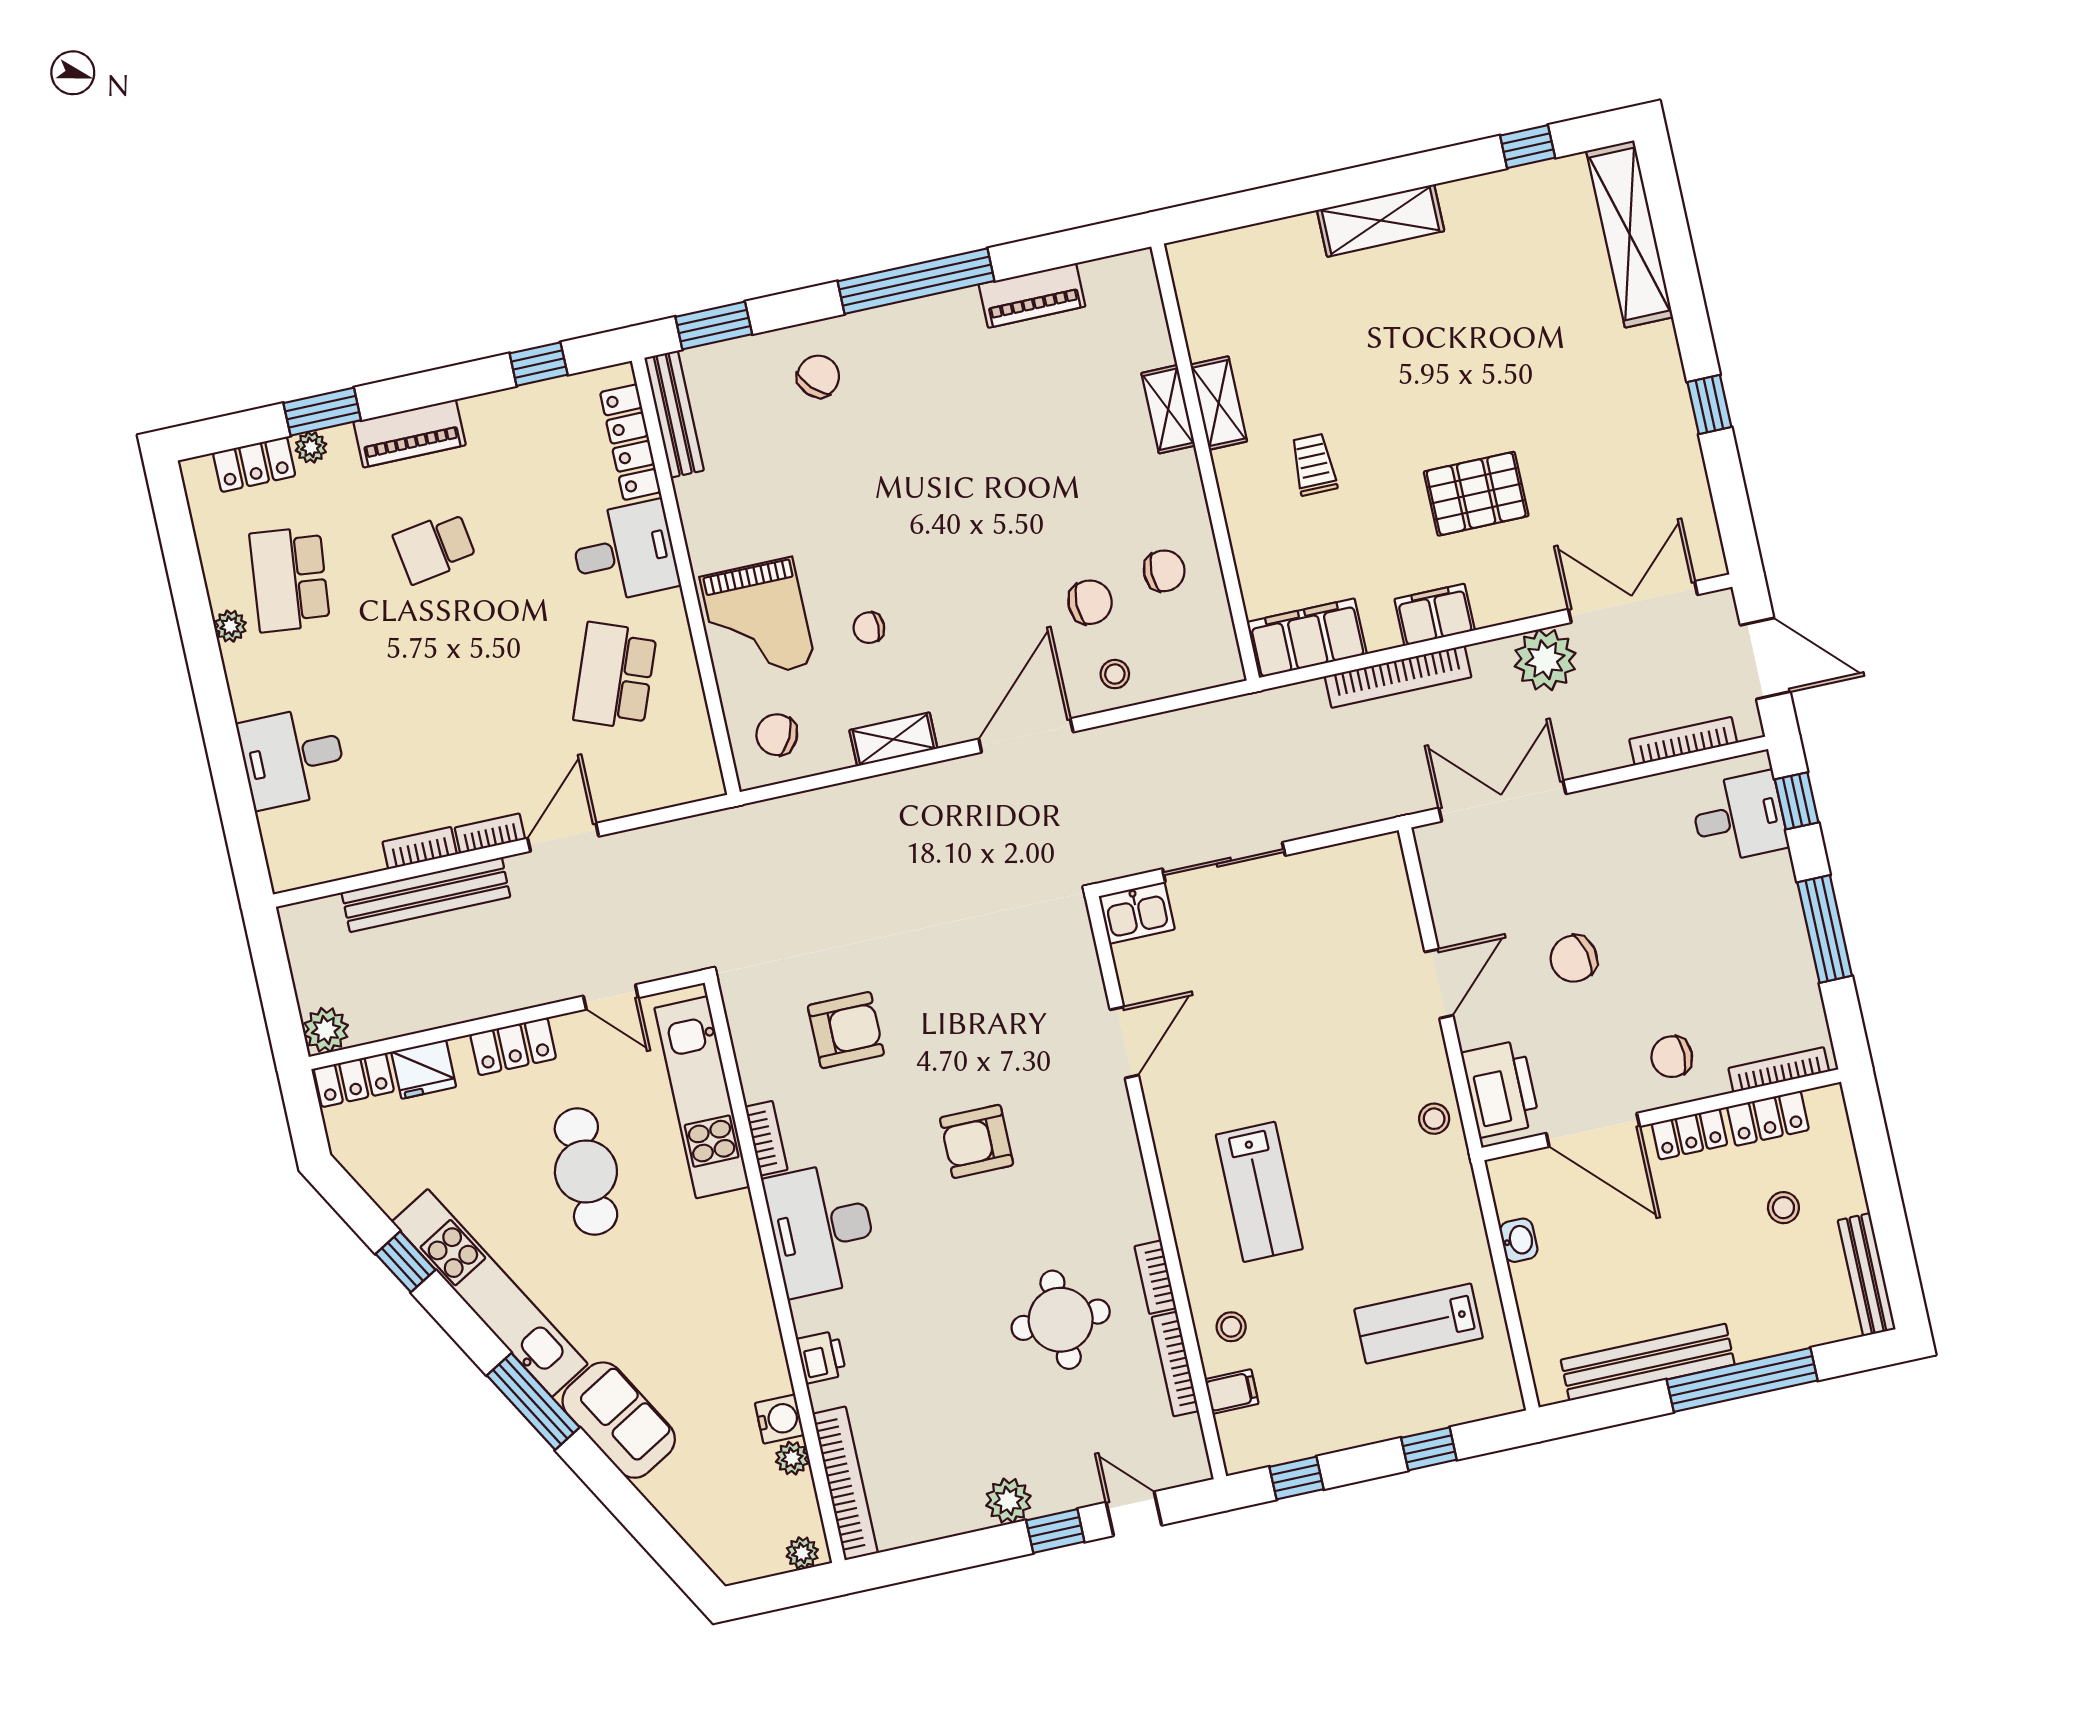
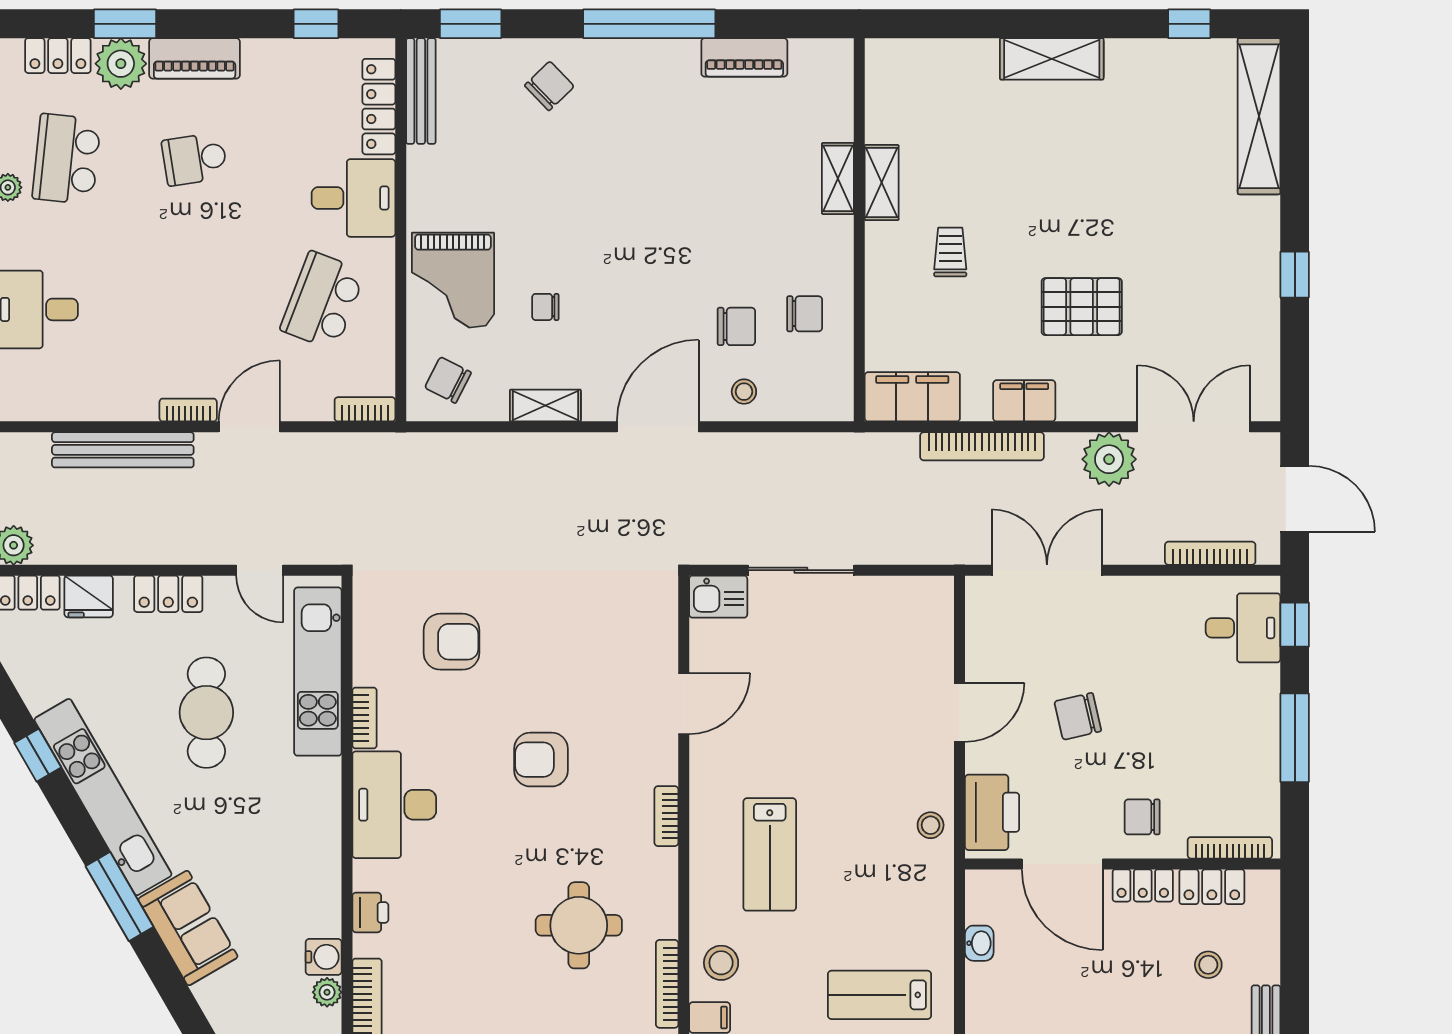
plant: (311, 447) -> (121, 64), width x1.88, depth x1.88
bookcase: (420, 848) -> (365, 409), moved
bookcase: (1155, 1277) -> (666, 816), moved
stool: (1231, 1327) -> (721, 963), width x1.37, depth x1.37

